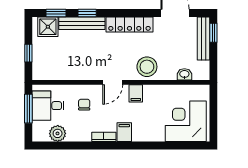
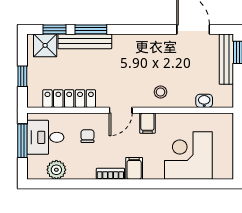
window: (87, 13) -> (91, 29), width x1.50
locker: (129, 25) -> (69, 99), moved, turned 180
stool: (147, 67) -> (161, 92), width x0.53, depth x0.53
corner desk: (186, 121) -> (188, 156), moved

